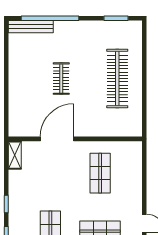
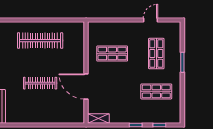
clothes rail: (61, 79) -> (40, 83), width x1.36

